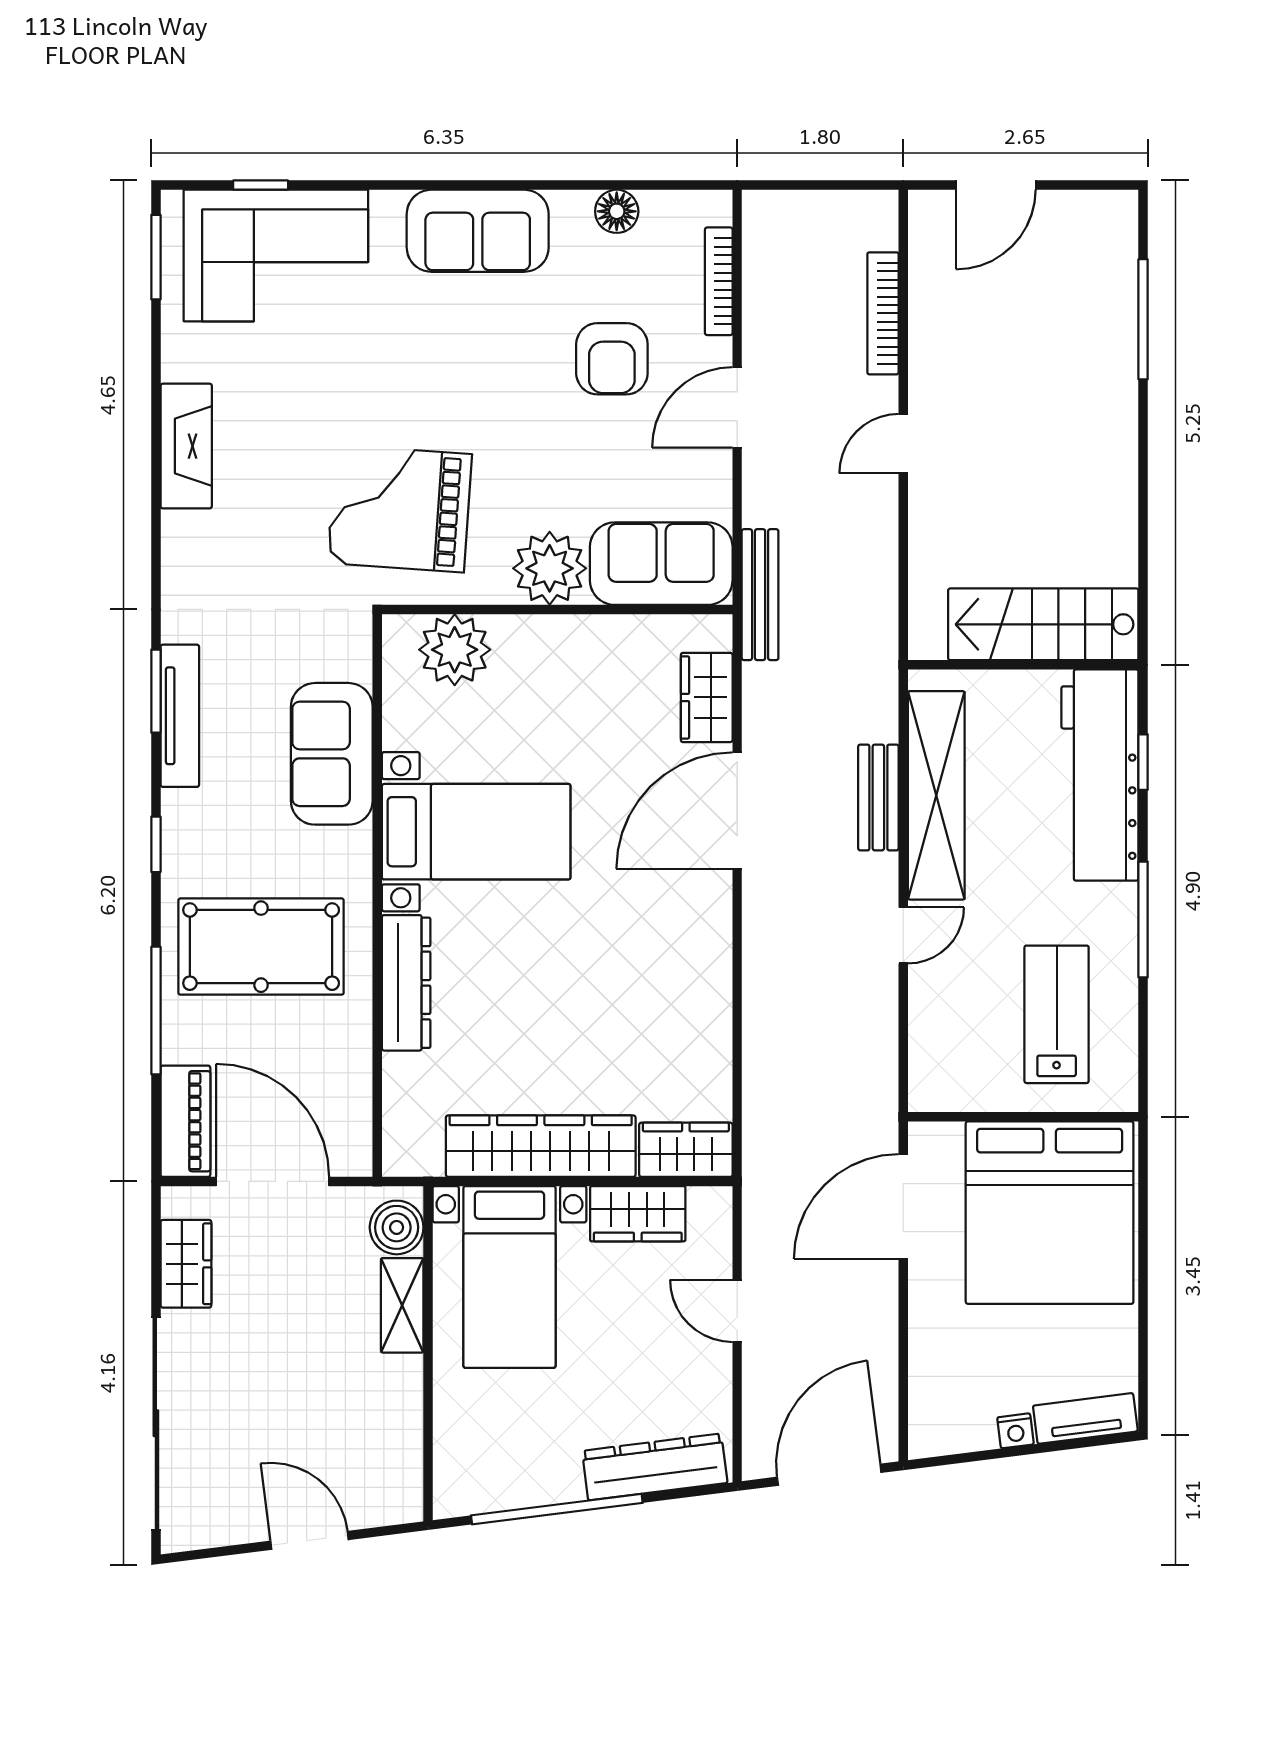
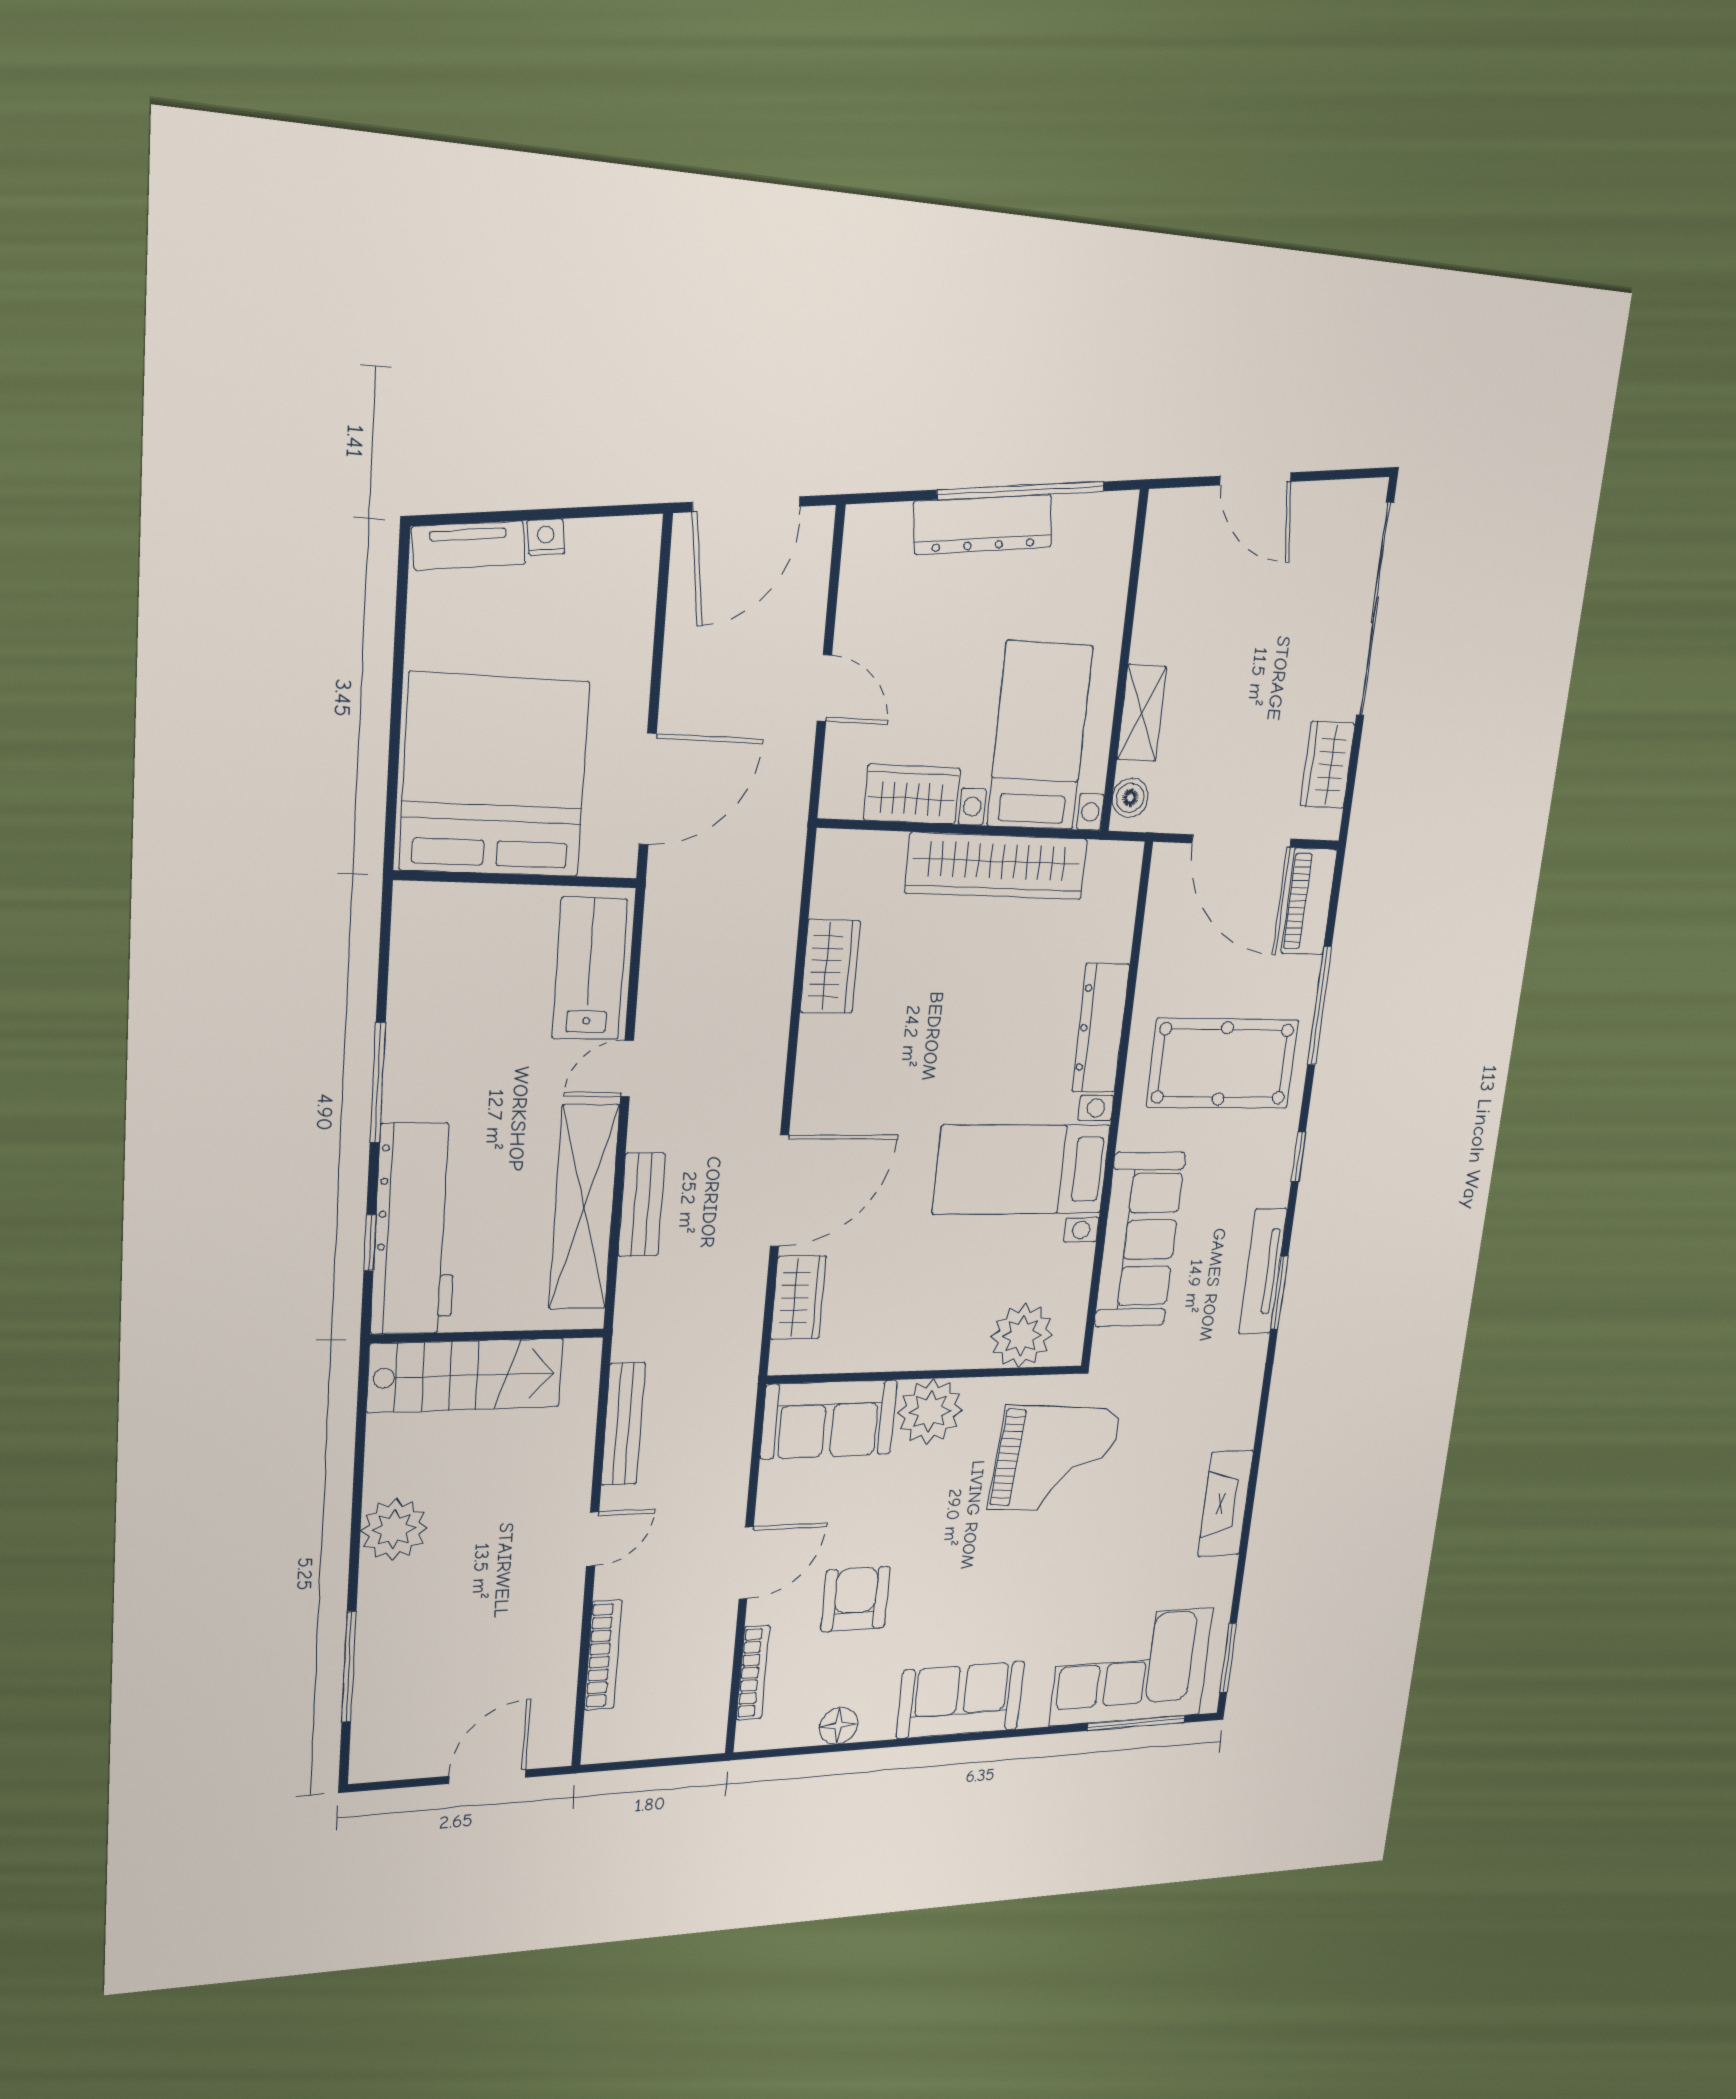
window: (261, 185) -> (1136, 1723), width x2.17
plant: (1105, 465) -> (394, 1529), added
bench: (760, 595) -> (623, 1424), moved
sofa: (332, 754) -> (1140, 1240), width x1.36
lab bench: (1057, 1014) -> (590, 969), moved, turned 180
wardrobe: (686, 1150) -> (830, 966), moved, turned -90
boiler: (397, 1227) -> (1130, 798), width x0.73, depth x0.73
dresser: (655, 1467) -> (983, 524), moved

